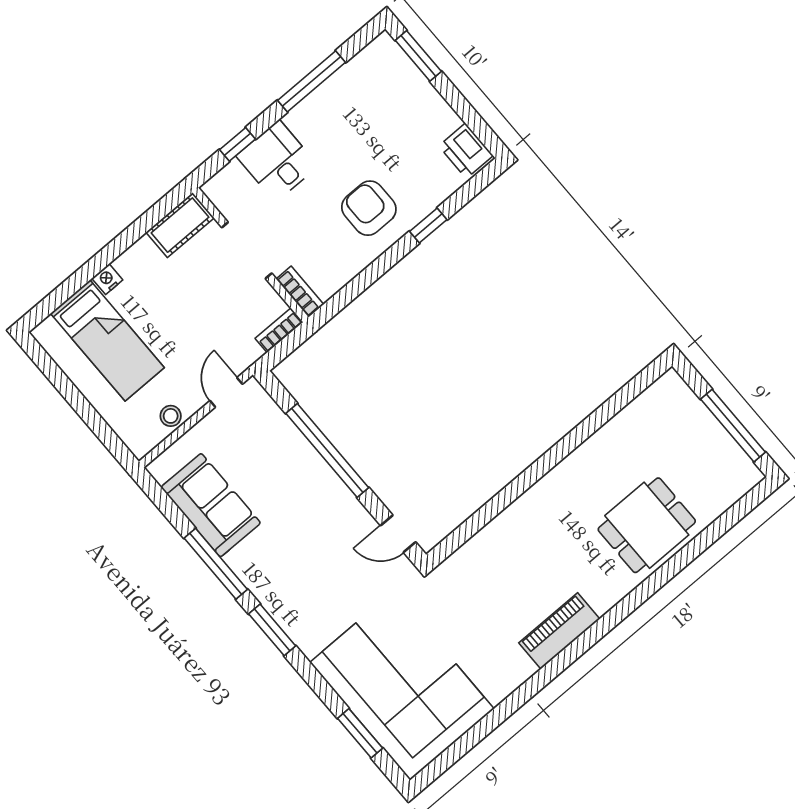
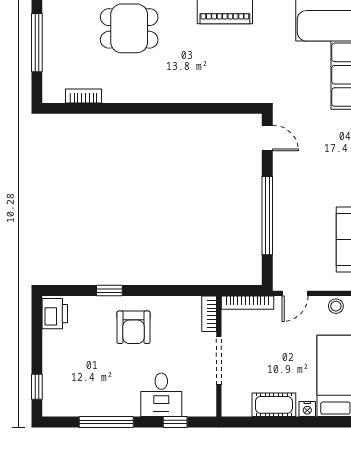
window: (418, 56) -> (37, 387), width x0.67
cot: (180, 225) -> (274, 405), moved
bookcase: (279, 330) -> (247, 303), width x1.56
bookcase: (634, 411) -> (84, 96), added

